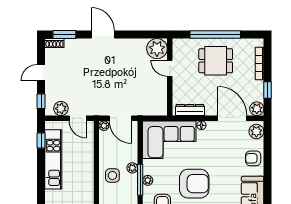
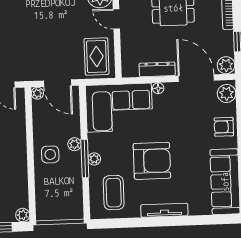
rug: (153, 98) -> (96, 56), added
dresser: (190, 110) -> (157, 69), moved

